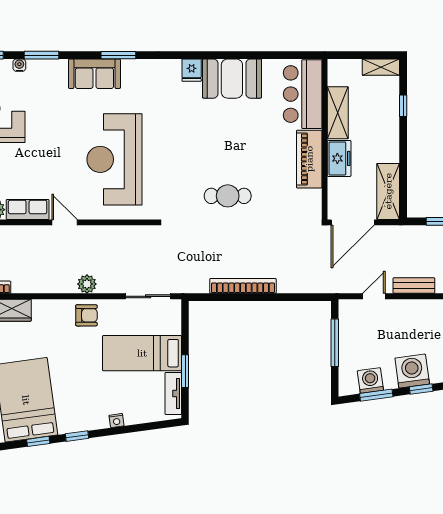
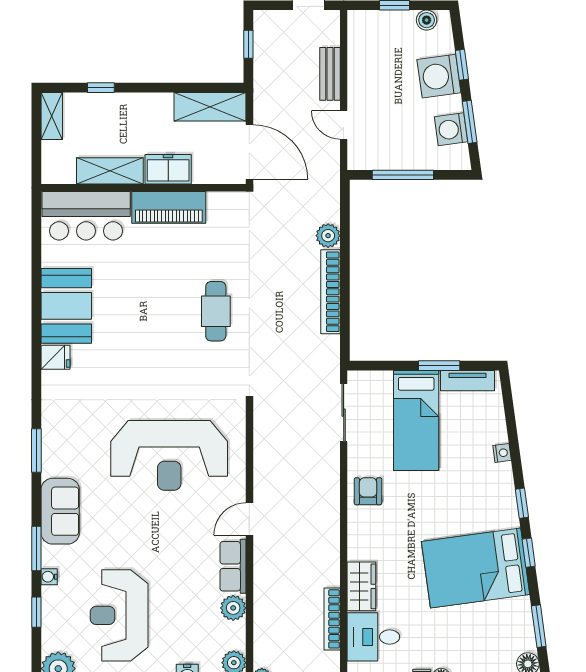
sofa: (94, 74) -> (60, 511), moved
plant: (87, 284) -> (328, 236), moved

